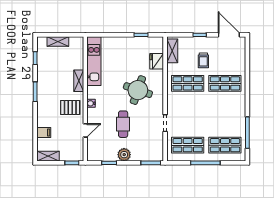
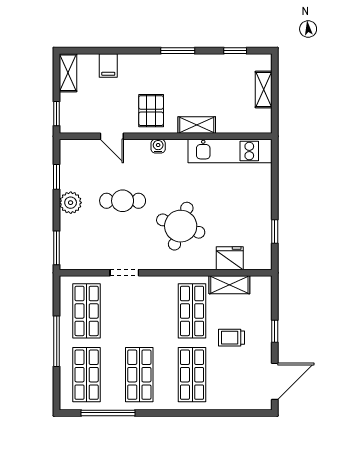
shelving: (172, 51) -> (229, 285), moved
shop shelf: (225, 114) -> (139, 375), added

